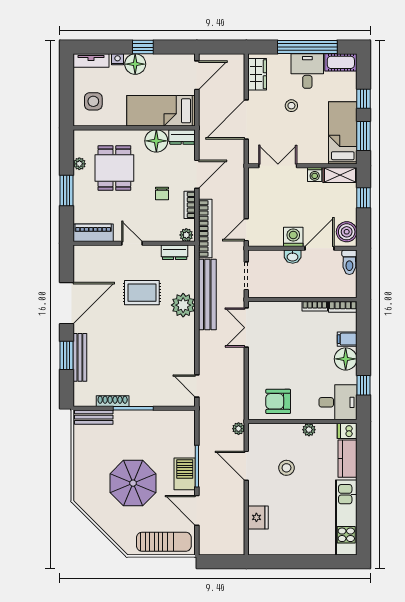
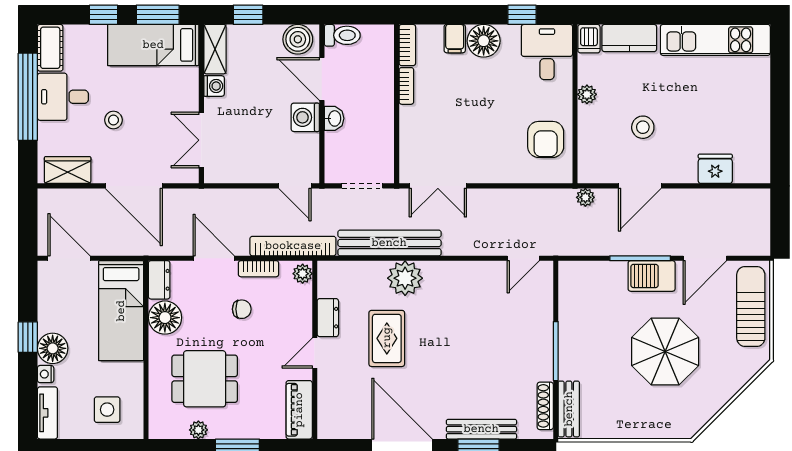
dresser: (175, 252) -> (328, 318), moved
shoe rack: (113, 401) -> (545, 406), moved

